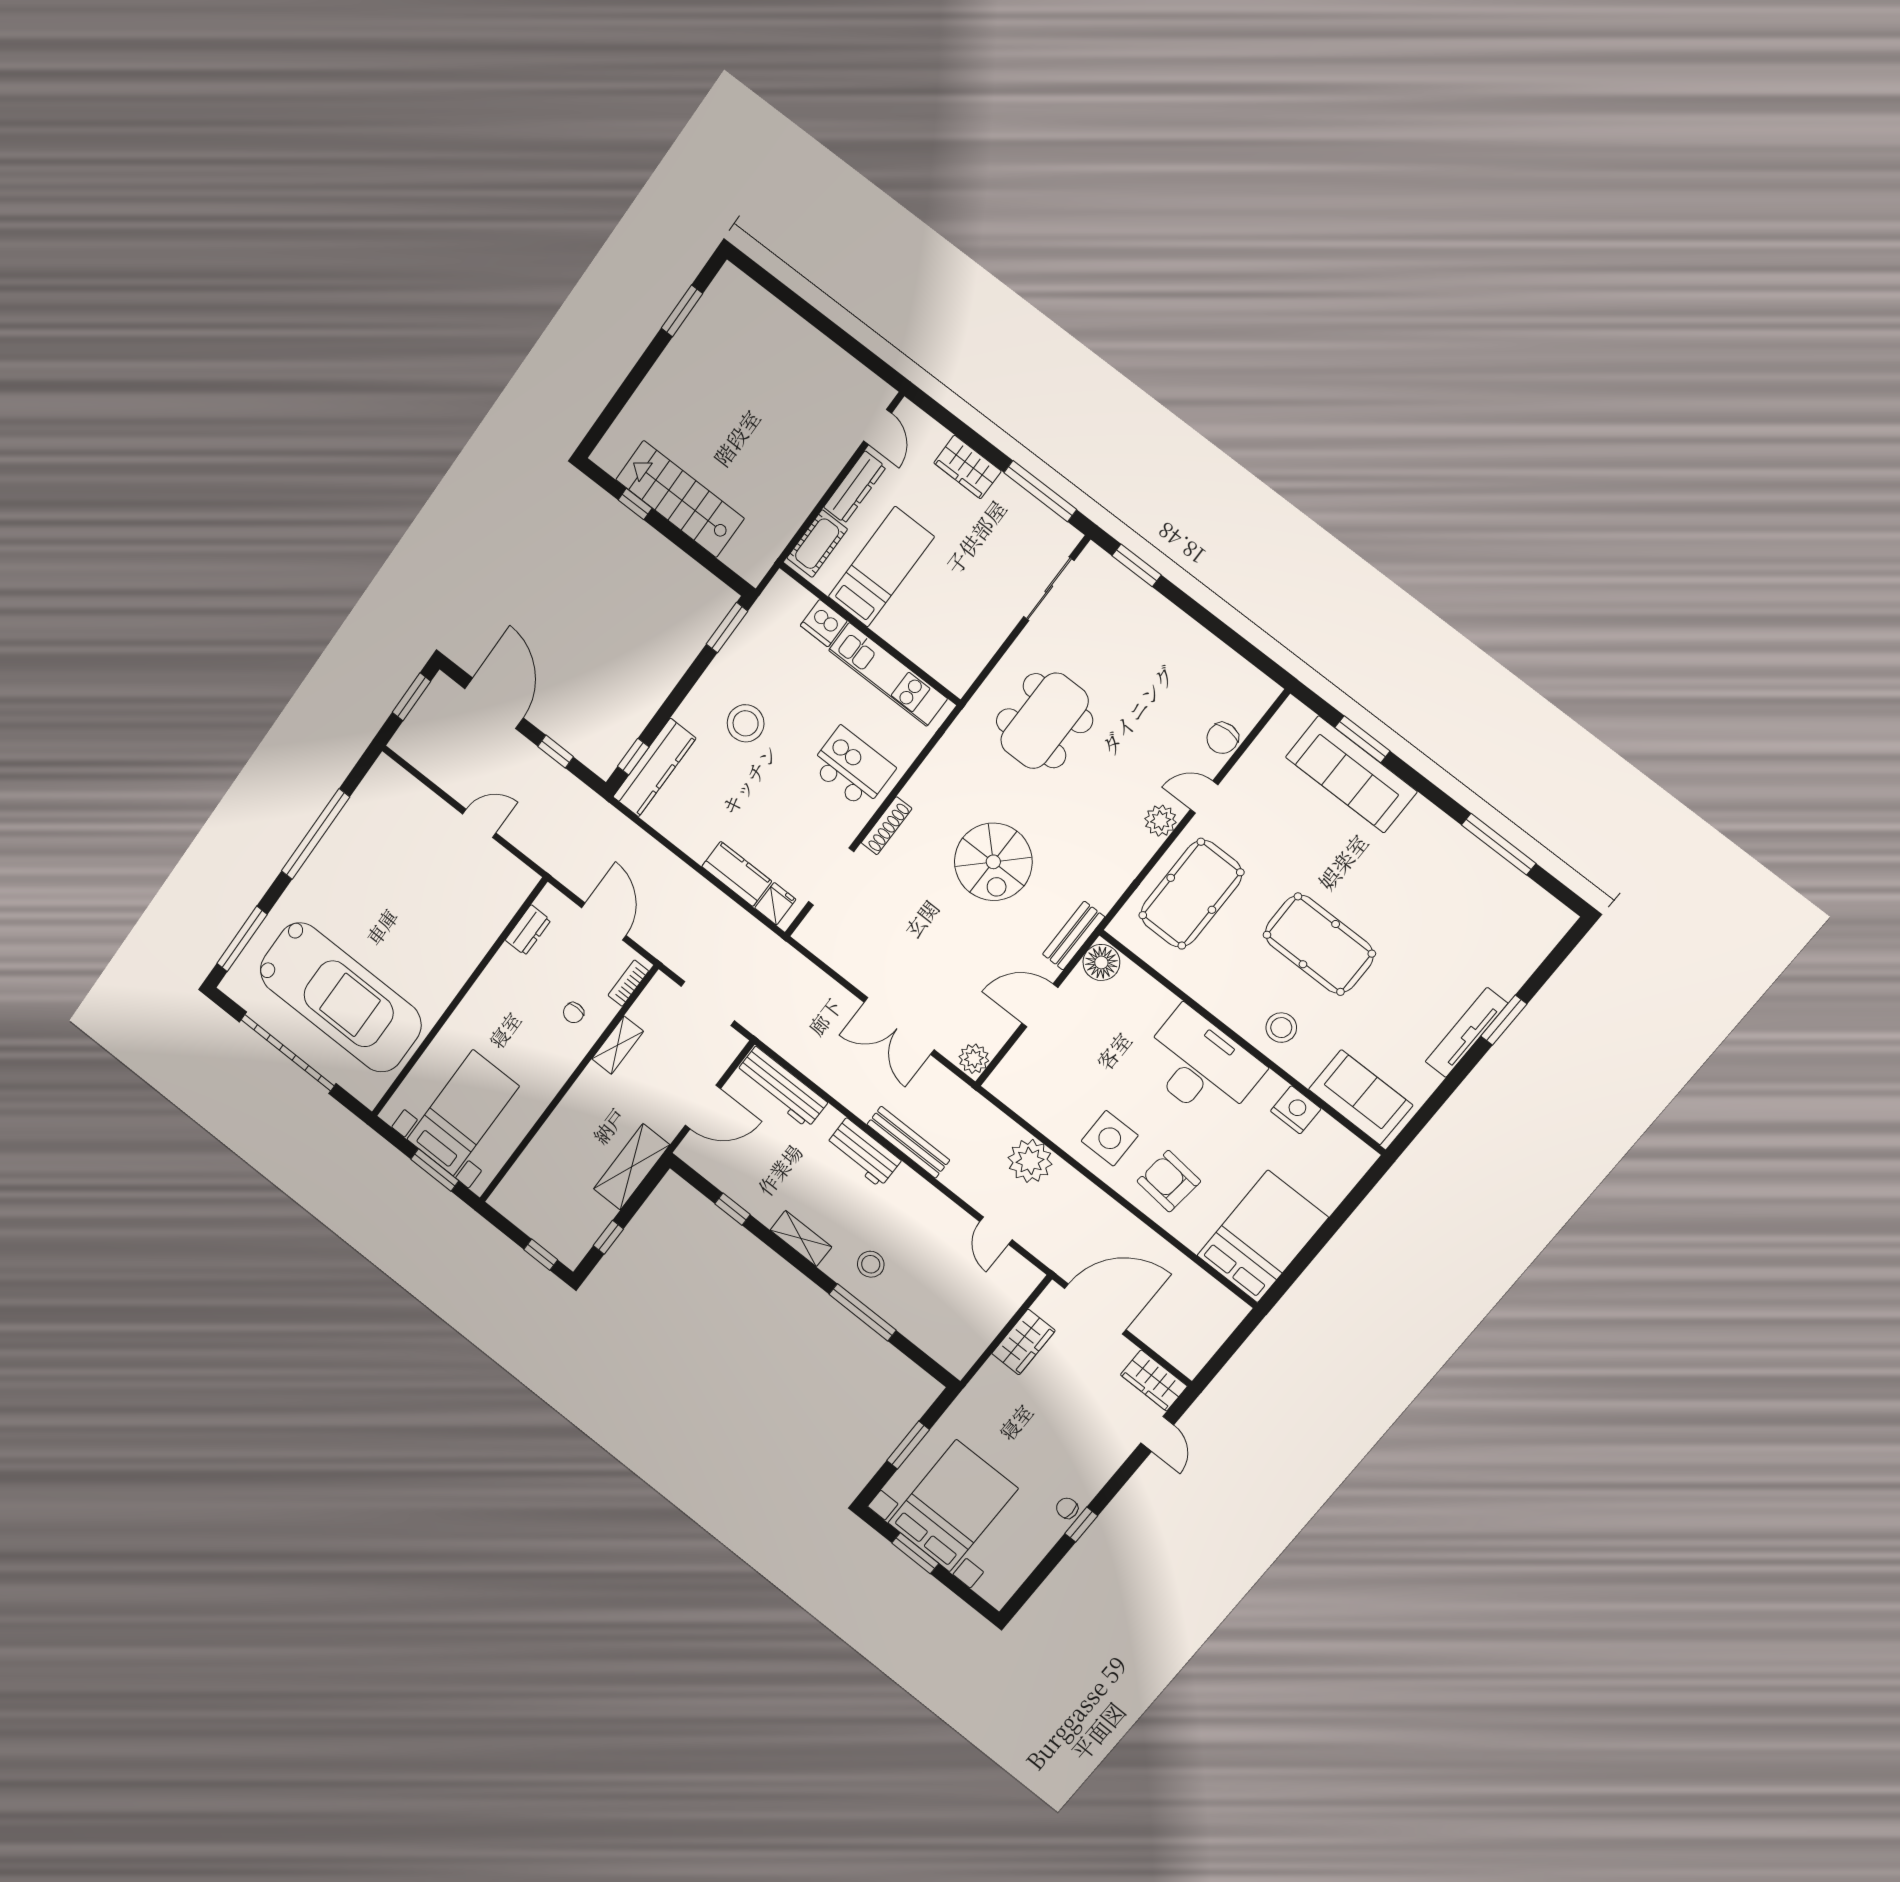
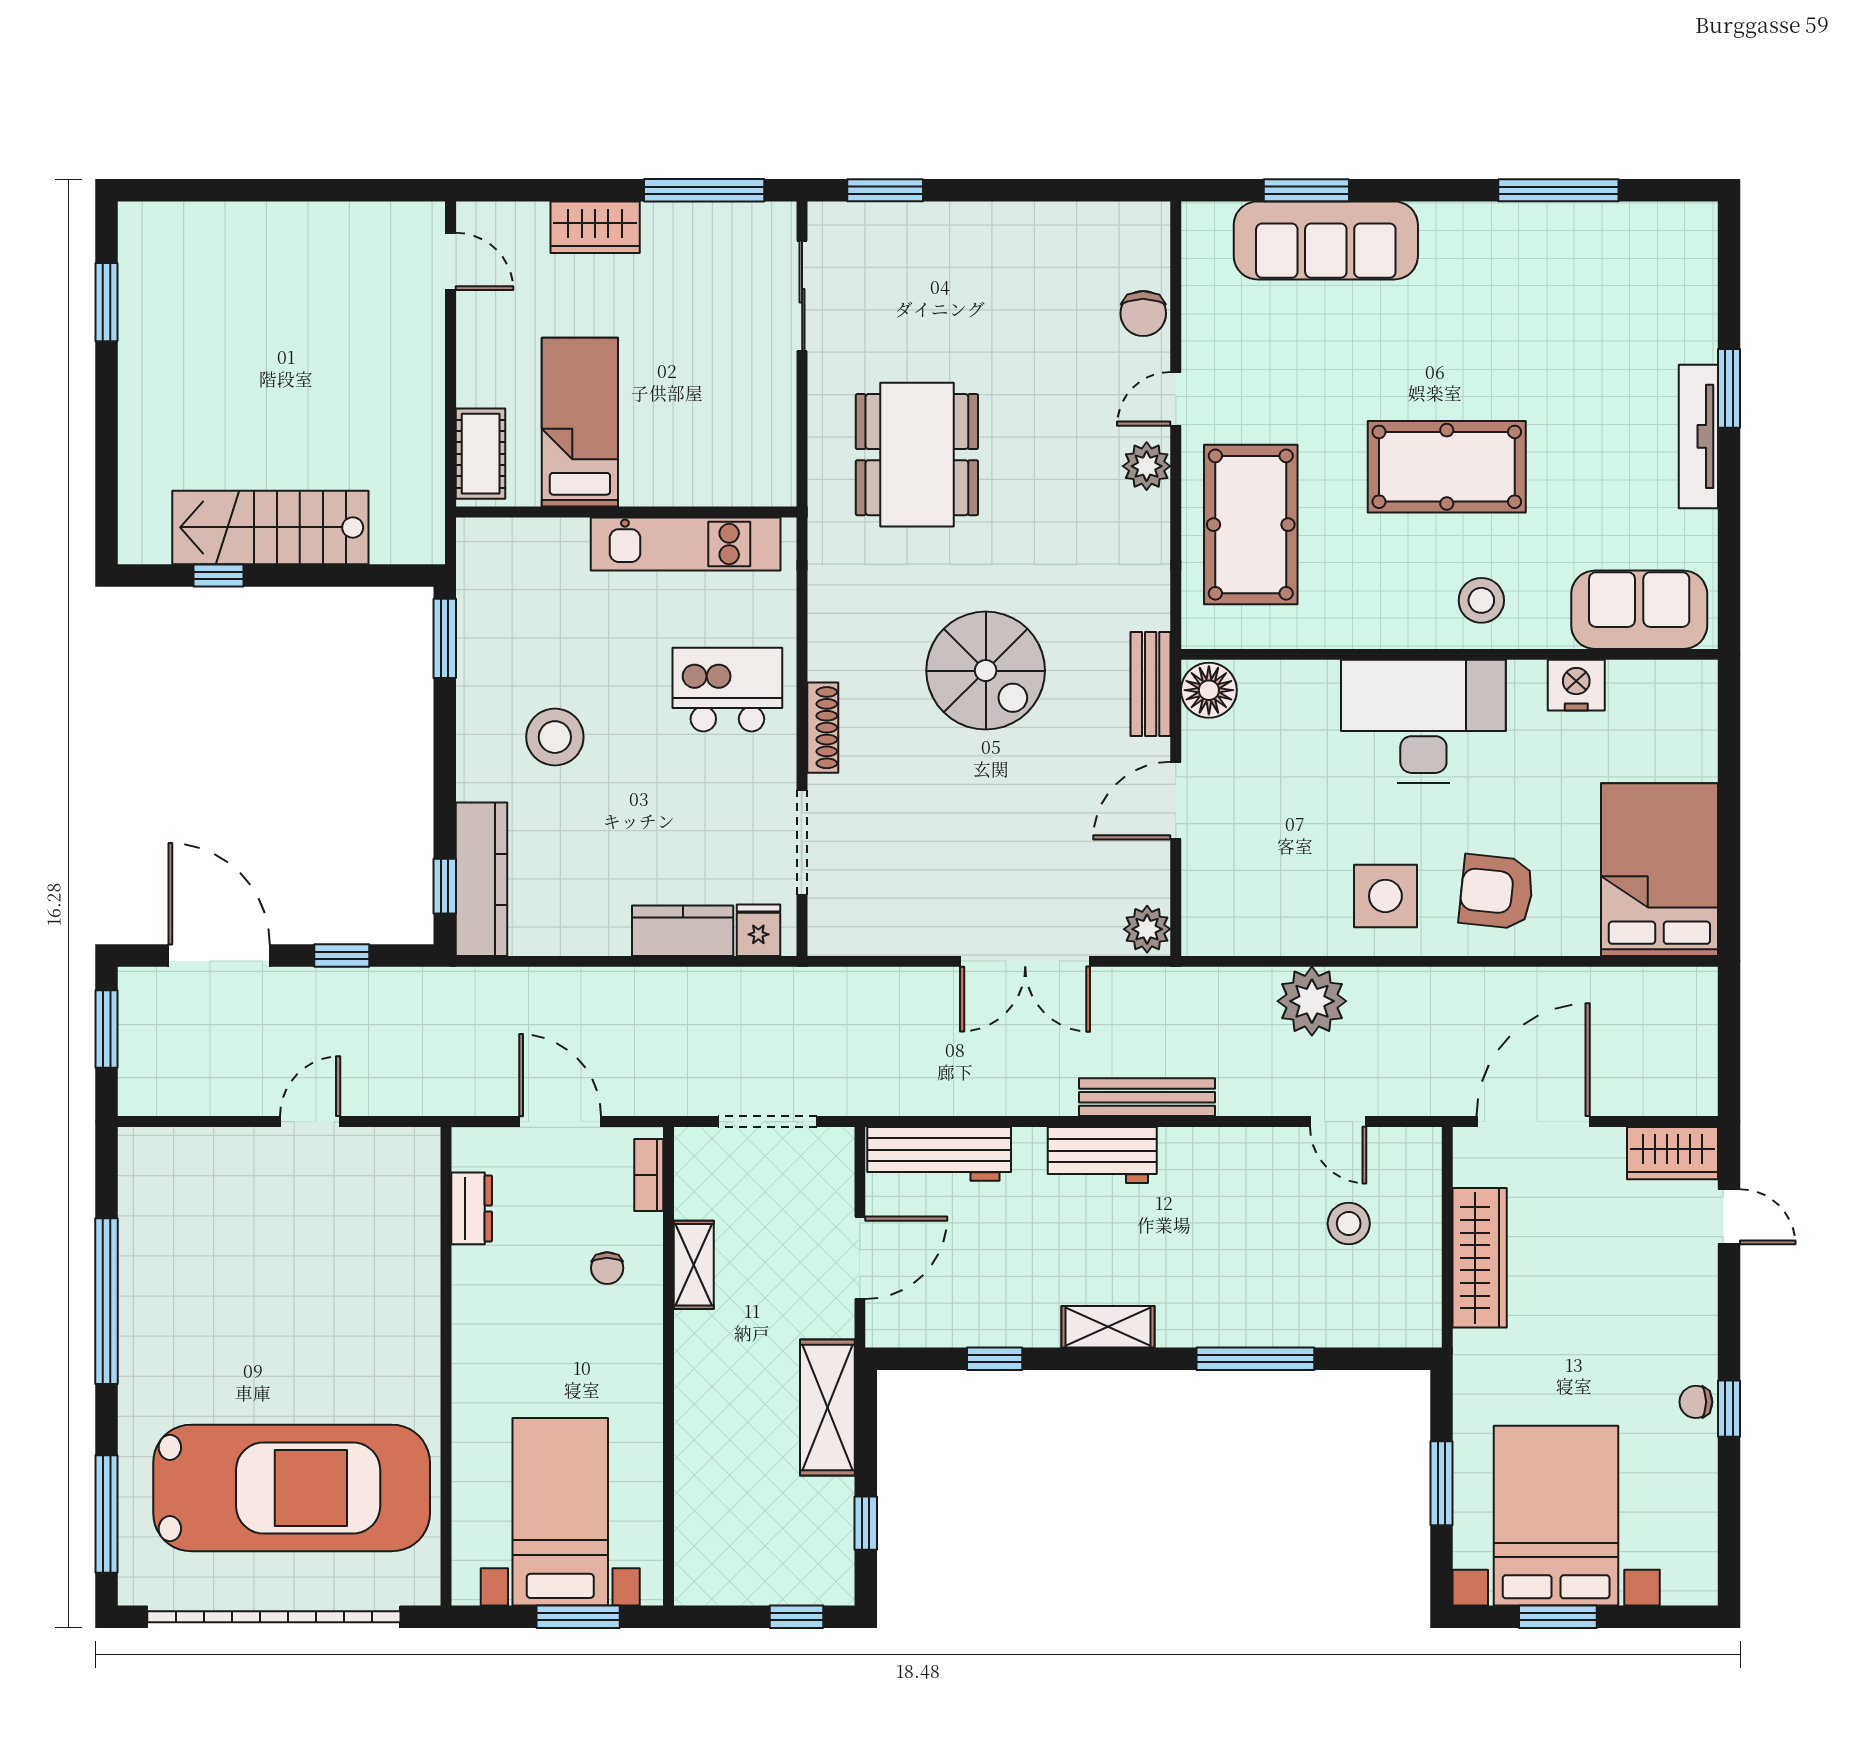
dresser: (855, 487) -> (476, 352), removed
dishwasher: (824, 623) -> (560, 542), removed
garage door: (288, 1053) -> (274, 1617), width x1.36
stool: (871, 1264) -> (1349, 1224), moved
wardrobe: (1023, 1342) -> (1480, 1258), width x1.50

